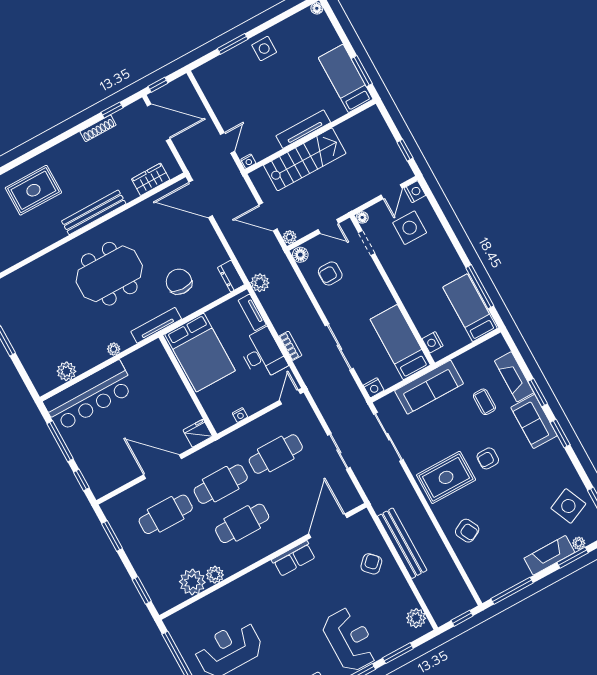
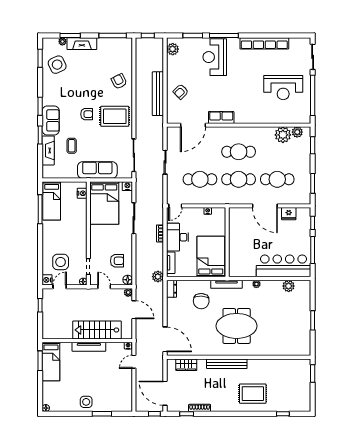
bed: (400, 342) -> (104, 203), width x1.50
fridge: (198, 433) -> (289, 214), moved
plant: (215, 575) -> (297, 132), moved

